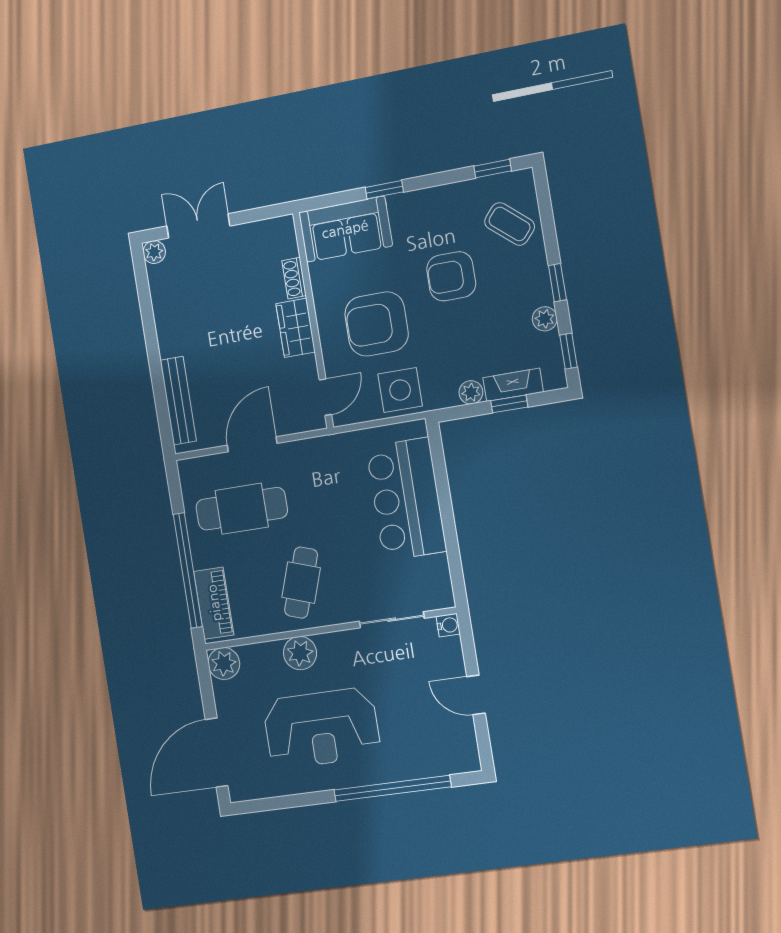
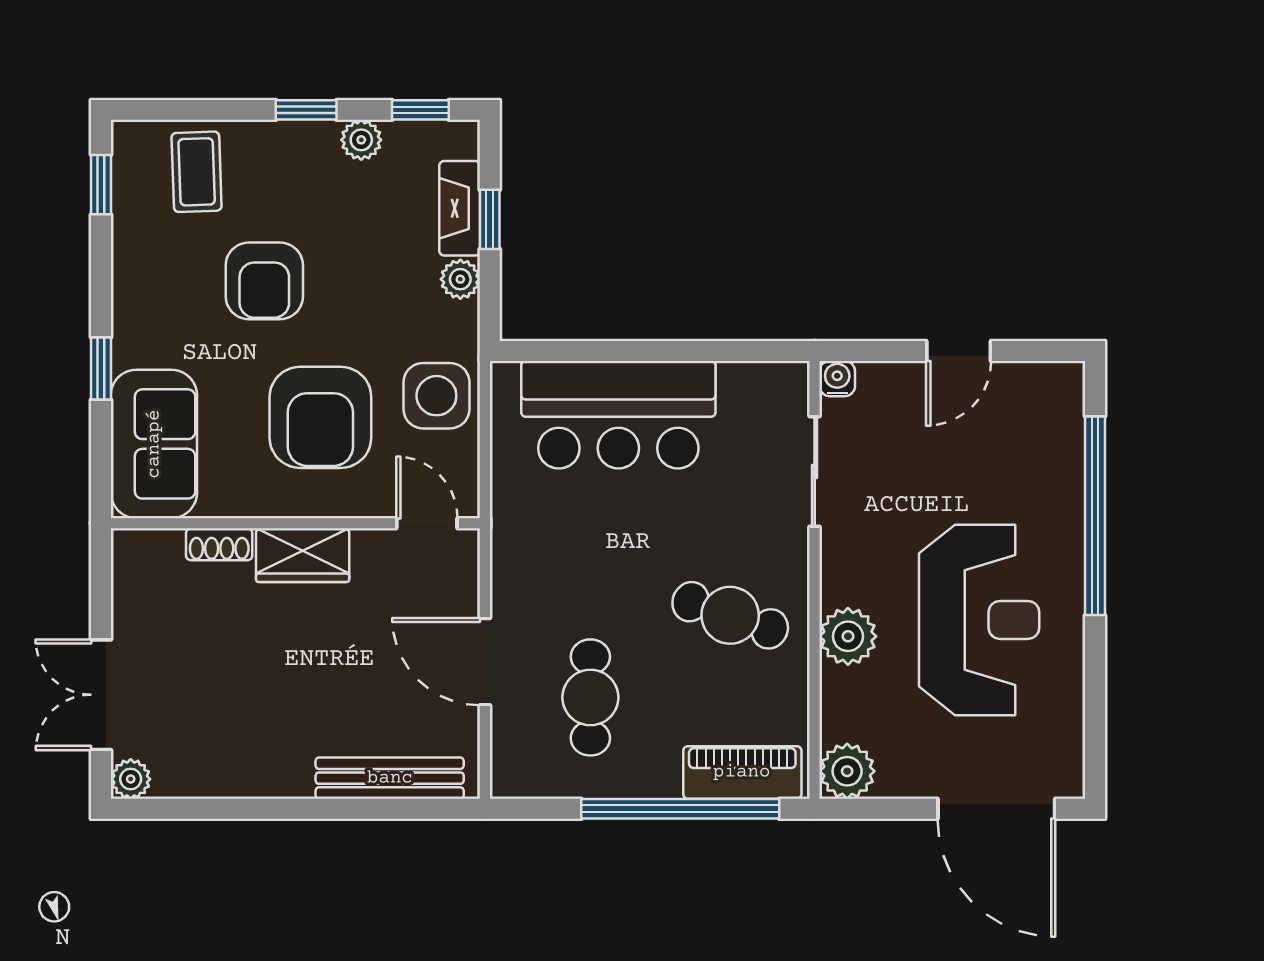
coffee table: (510, 224) -> (197, 172), turned -43
cafe table: (242, 509) -> (590, 697), width x0.73, depth x0.74

